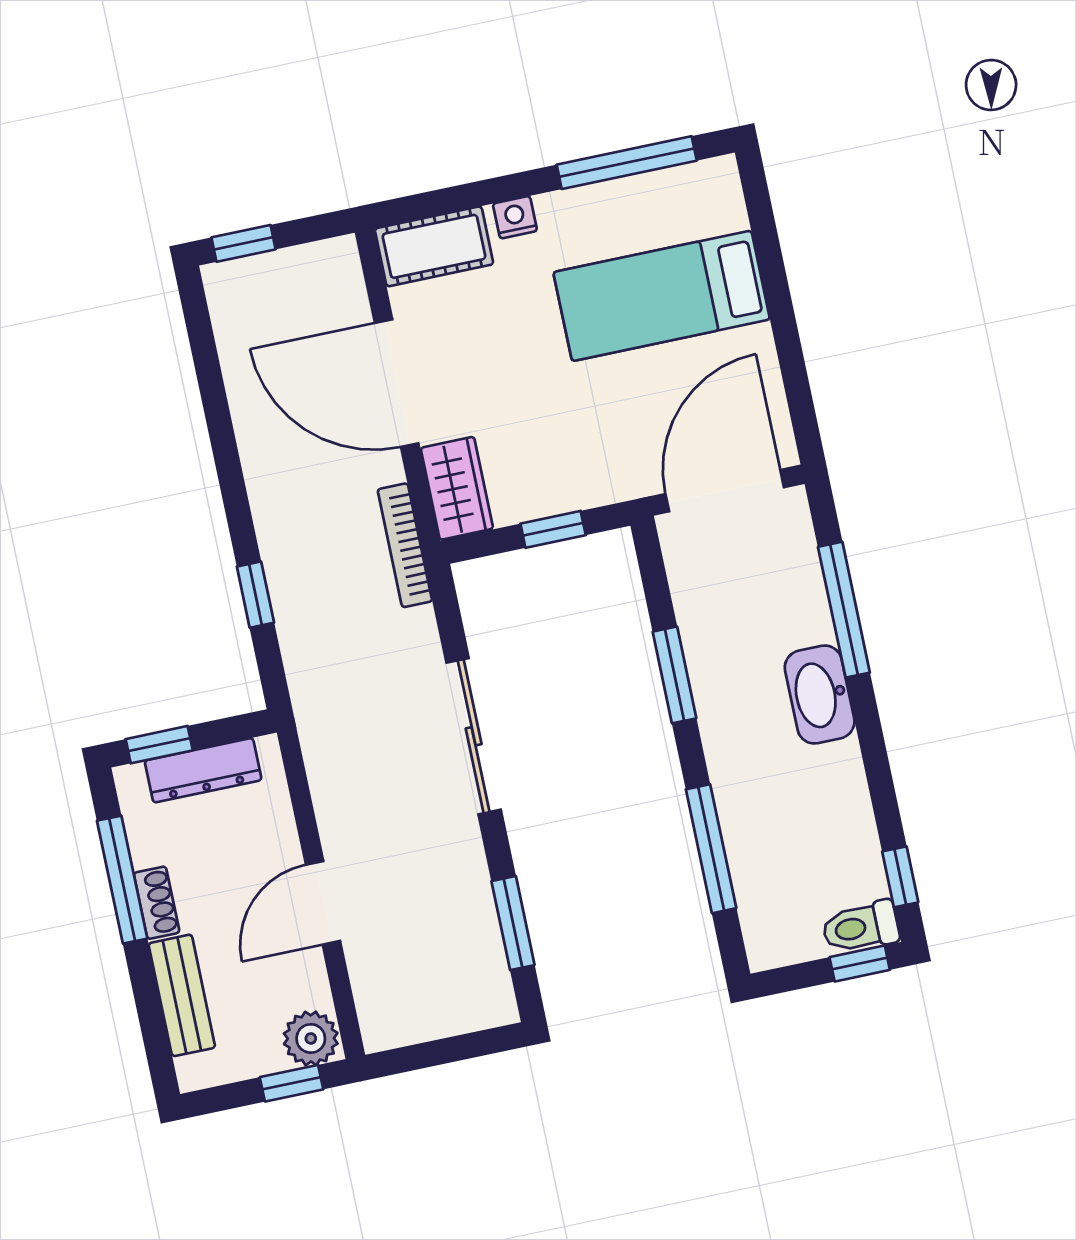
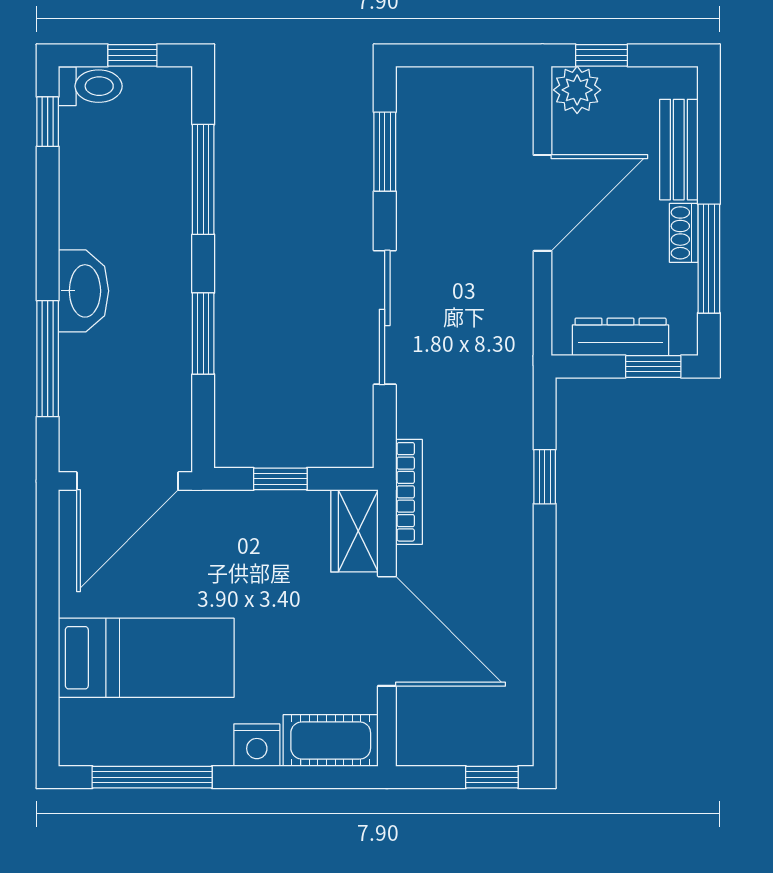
nightstand: (515, 217) -> (257, 745), width x1.39, depth x1.35
door: (323, 903) -> (542, 203), width x1.36
window: (860, 964) -> (132, 55), moved

